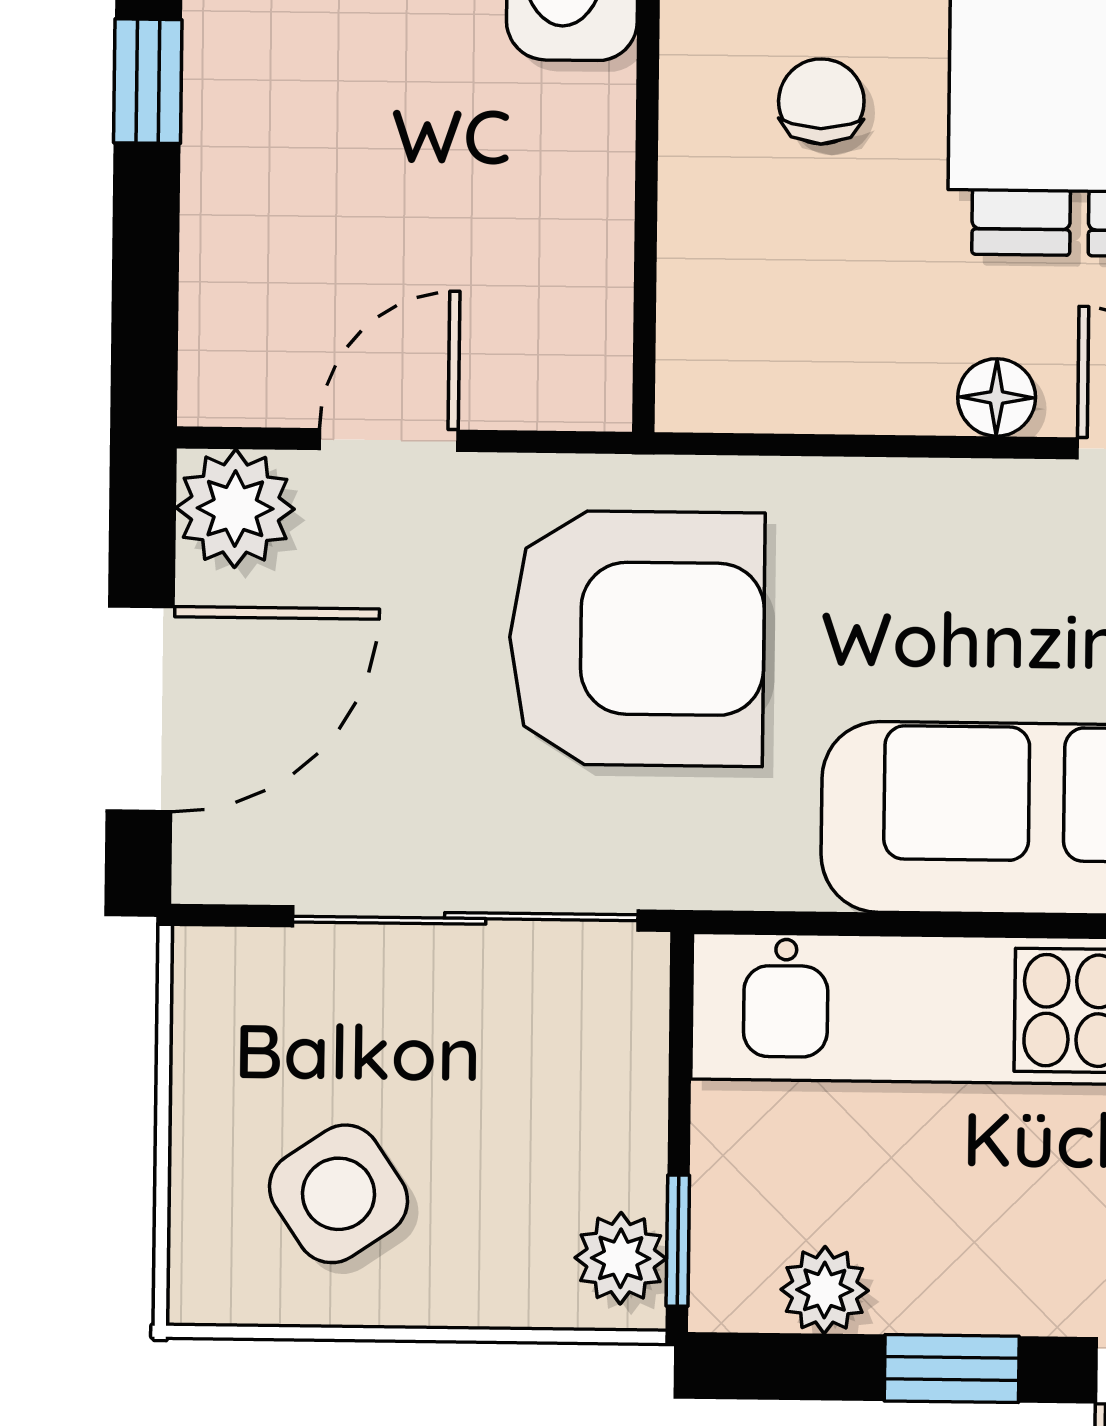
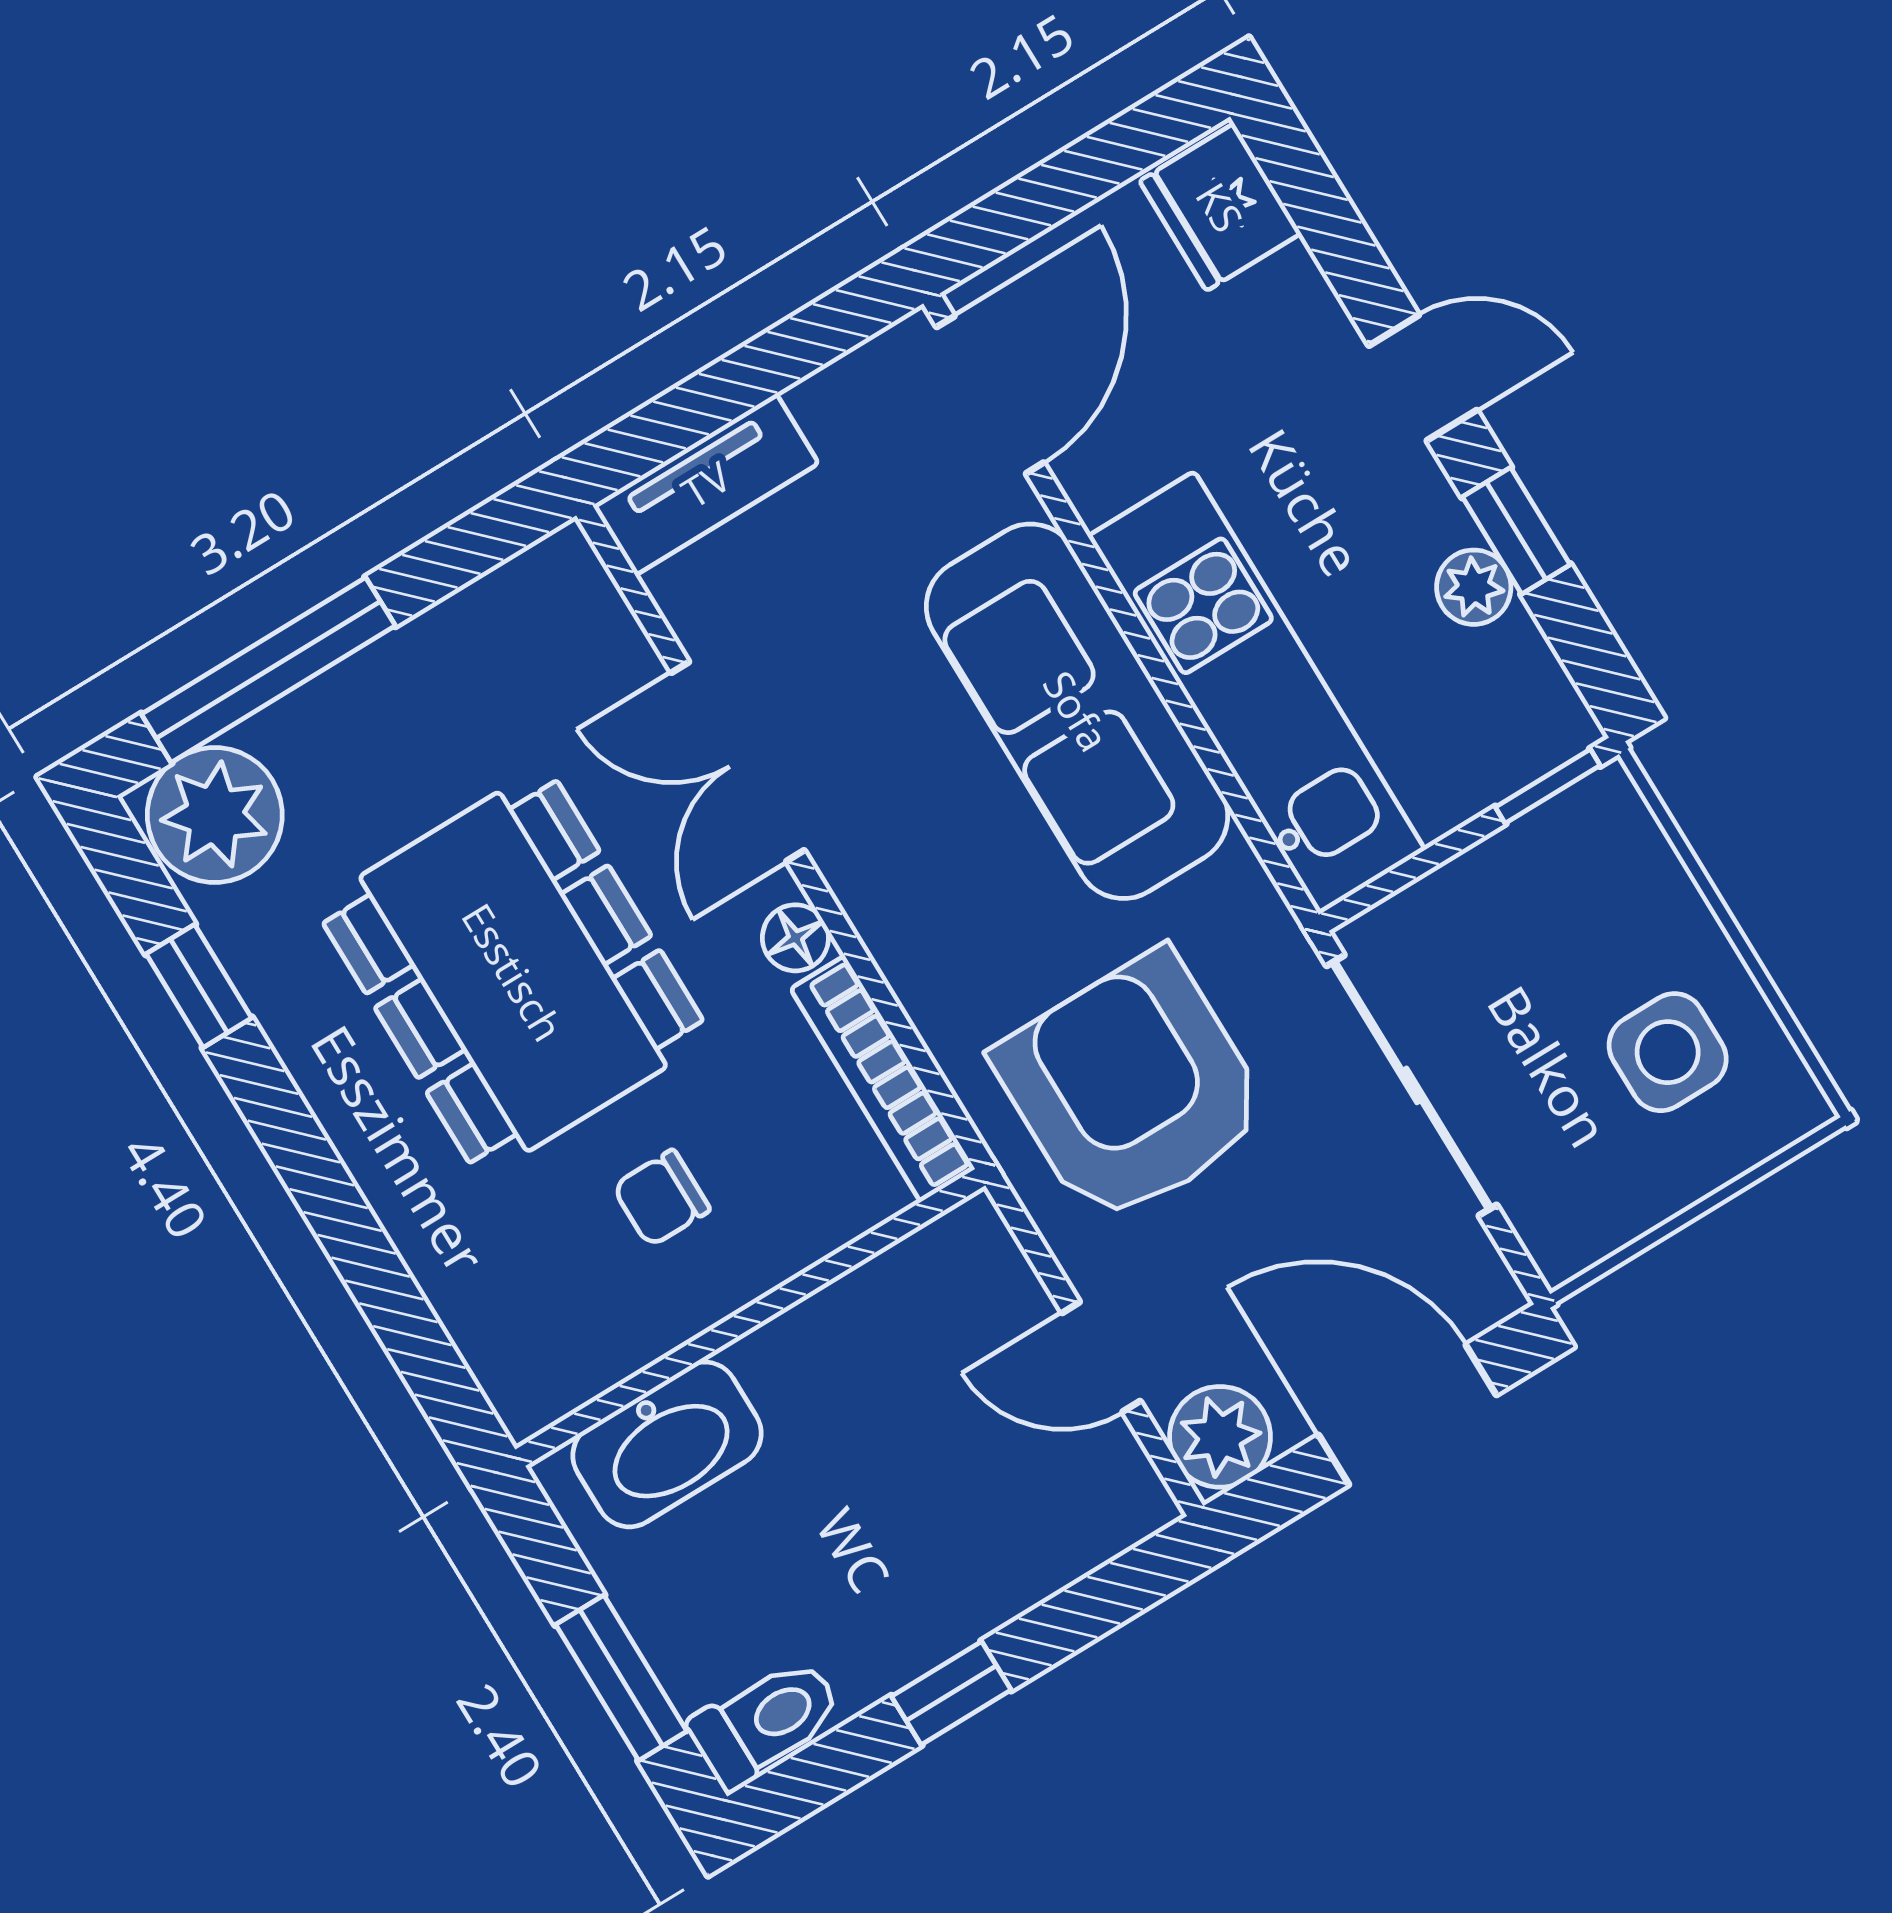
bookcase: (802, 396) -> (883, 1079), added
side table: (338, 1194) -> (1668, 1052), turned 34
plant: (621, 1258) -> (1586, 820), removed
plant: (825, 1290) -> (1474, 587), moved

